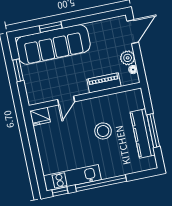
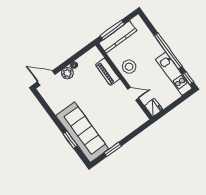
piano: (104, 83) -> (108, 72), moved
wall: (85, 97) -> (124, 81), moved
door: (66, 101) -> (133, 94), moved
fridge: (40, 116) -> (153, 108), moved

